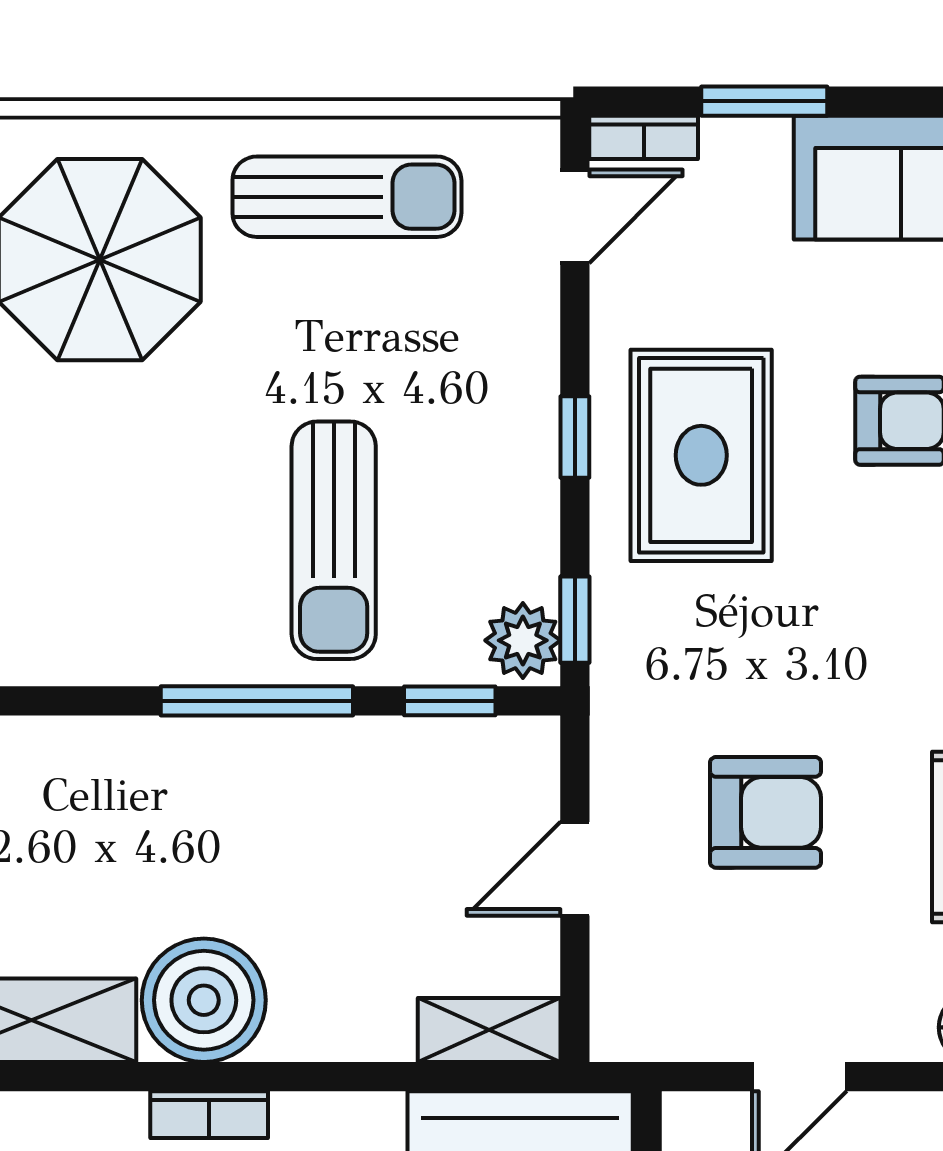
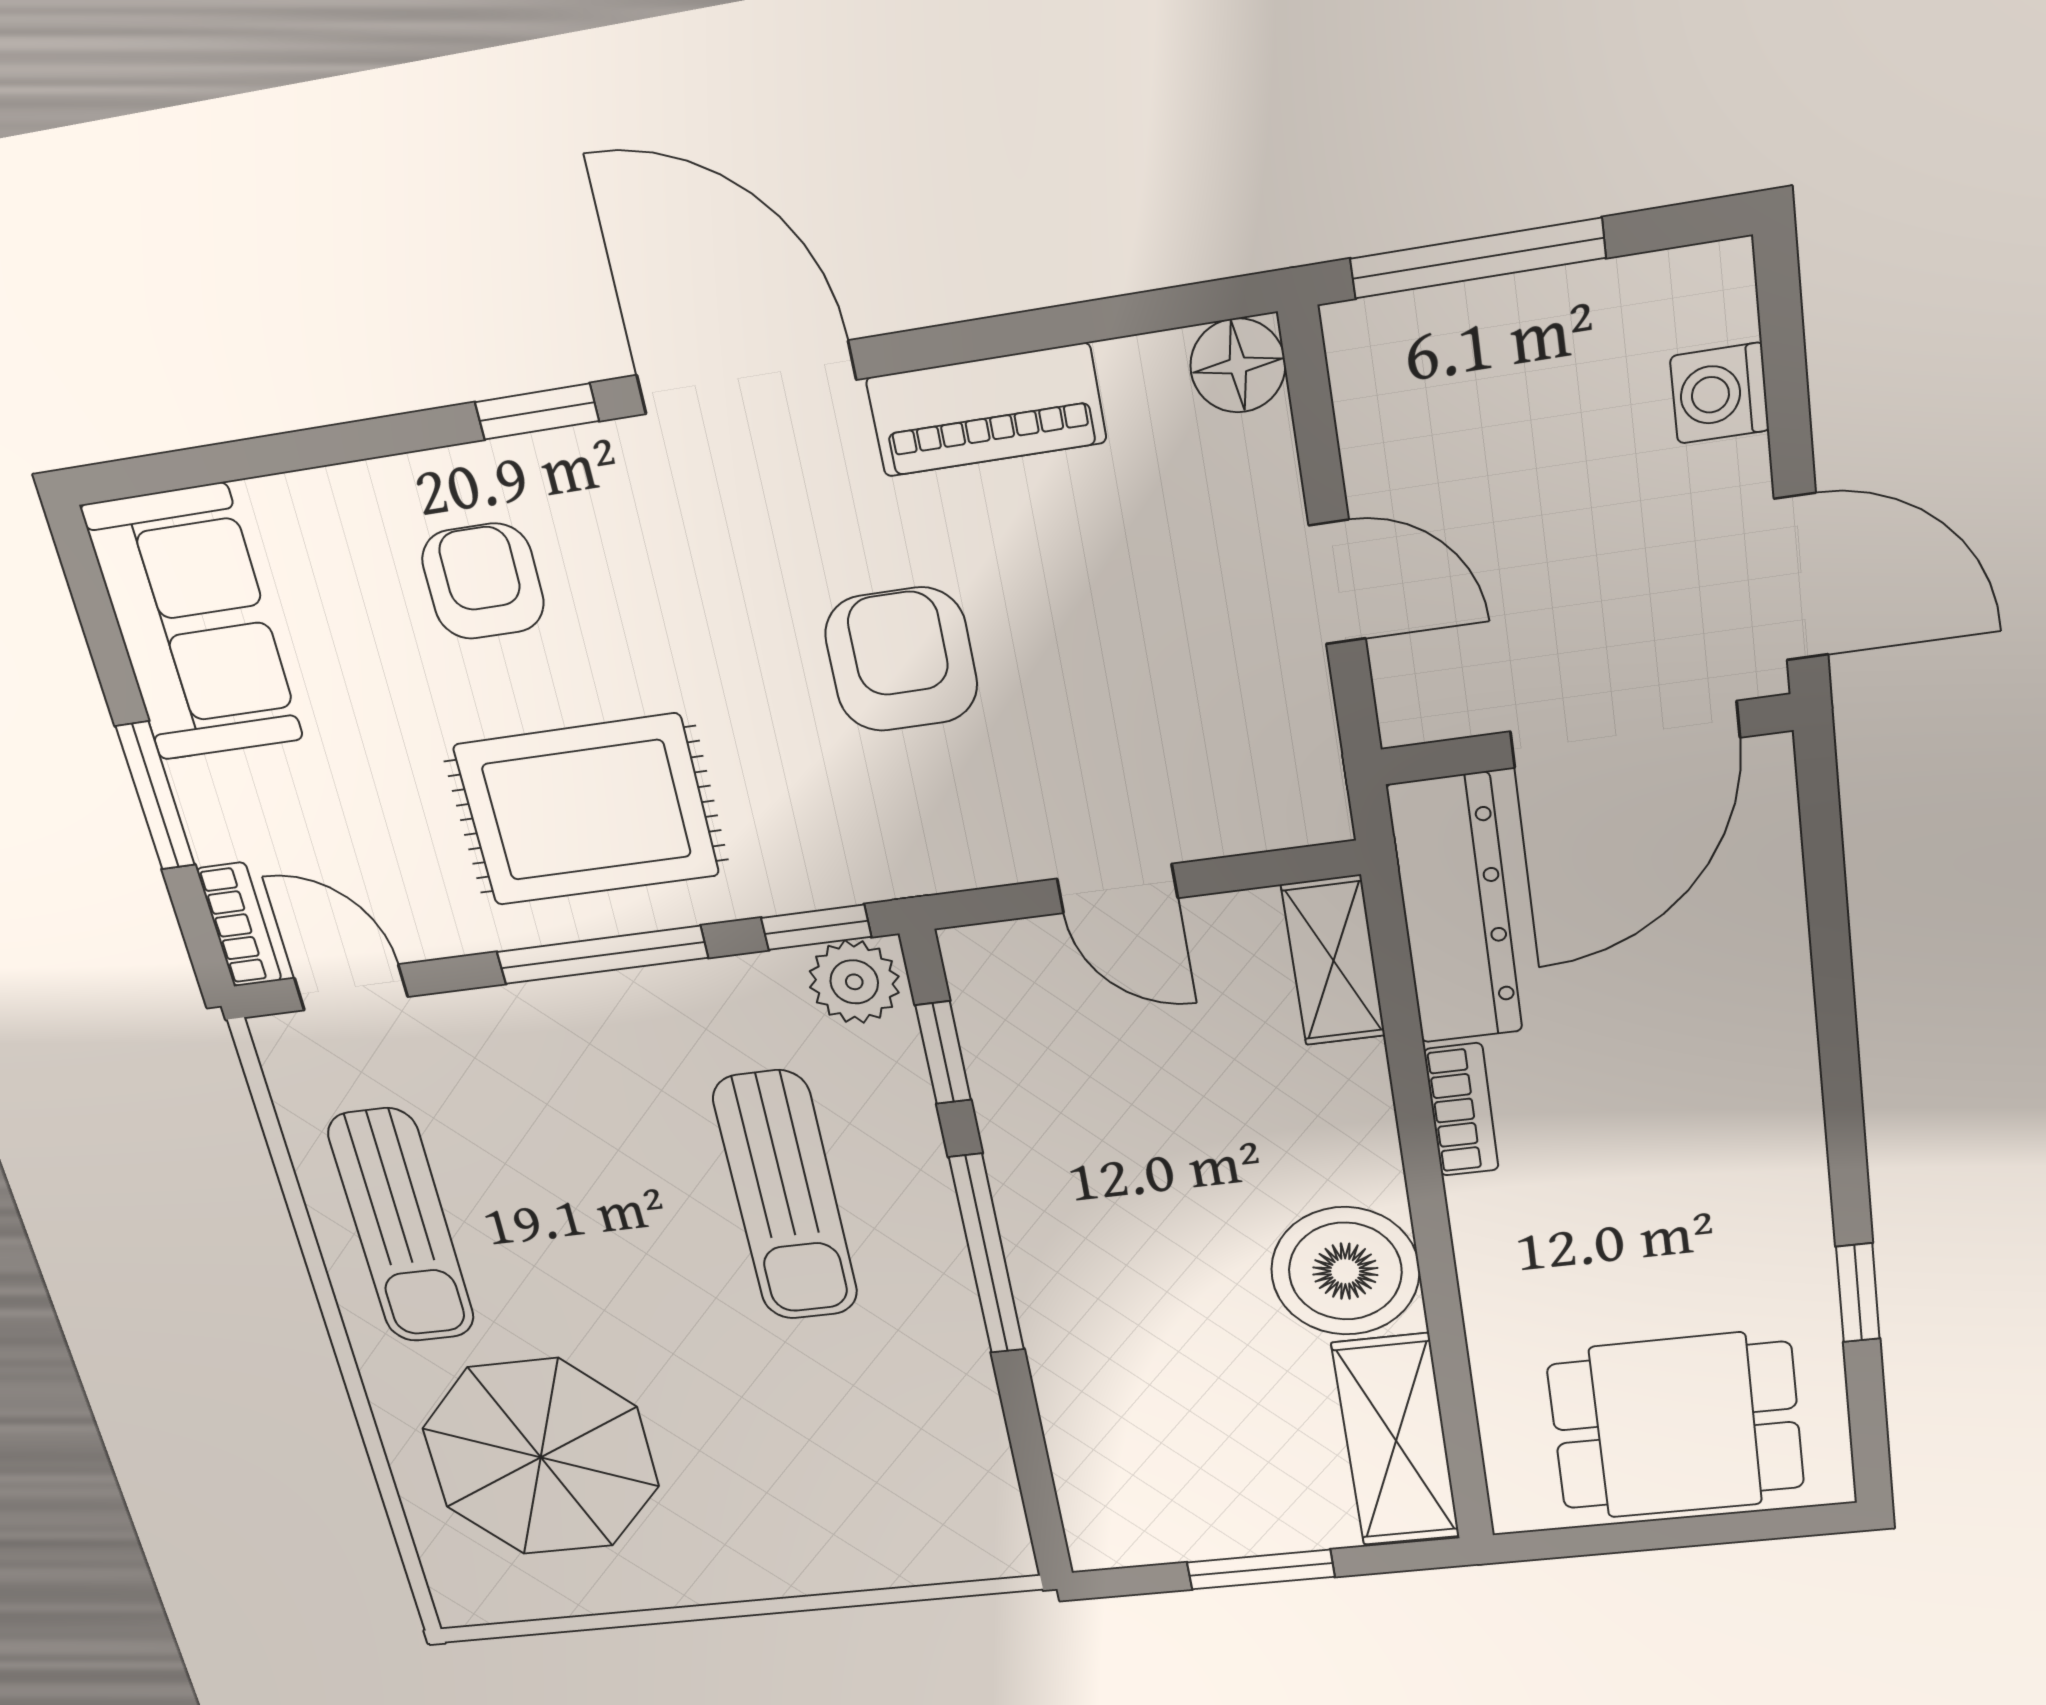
sun lounger: (347, 197) -> (402, 1226), turned 180
window: (575, 437) -> (602, 955), width x2.17
sun lounger: (334, 540) -> (786, 1196), turned 90
armchair: (766, 812) -> (901, 660), moved
bookcase: (209, 1115) -> (1461, 1110), moved

